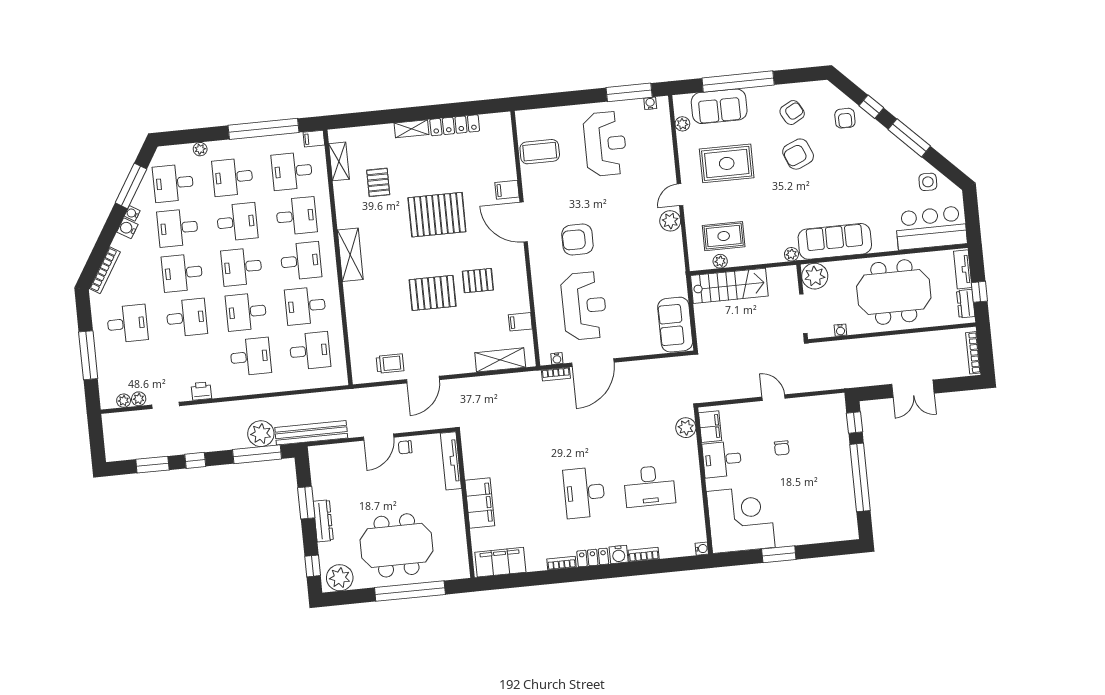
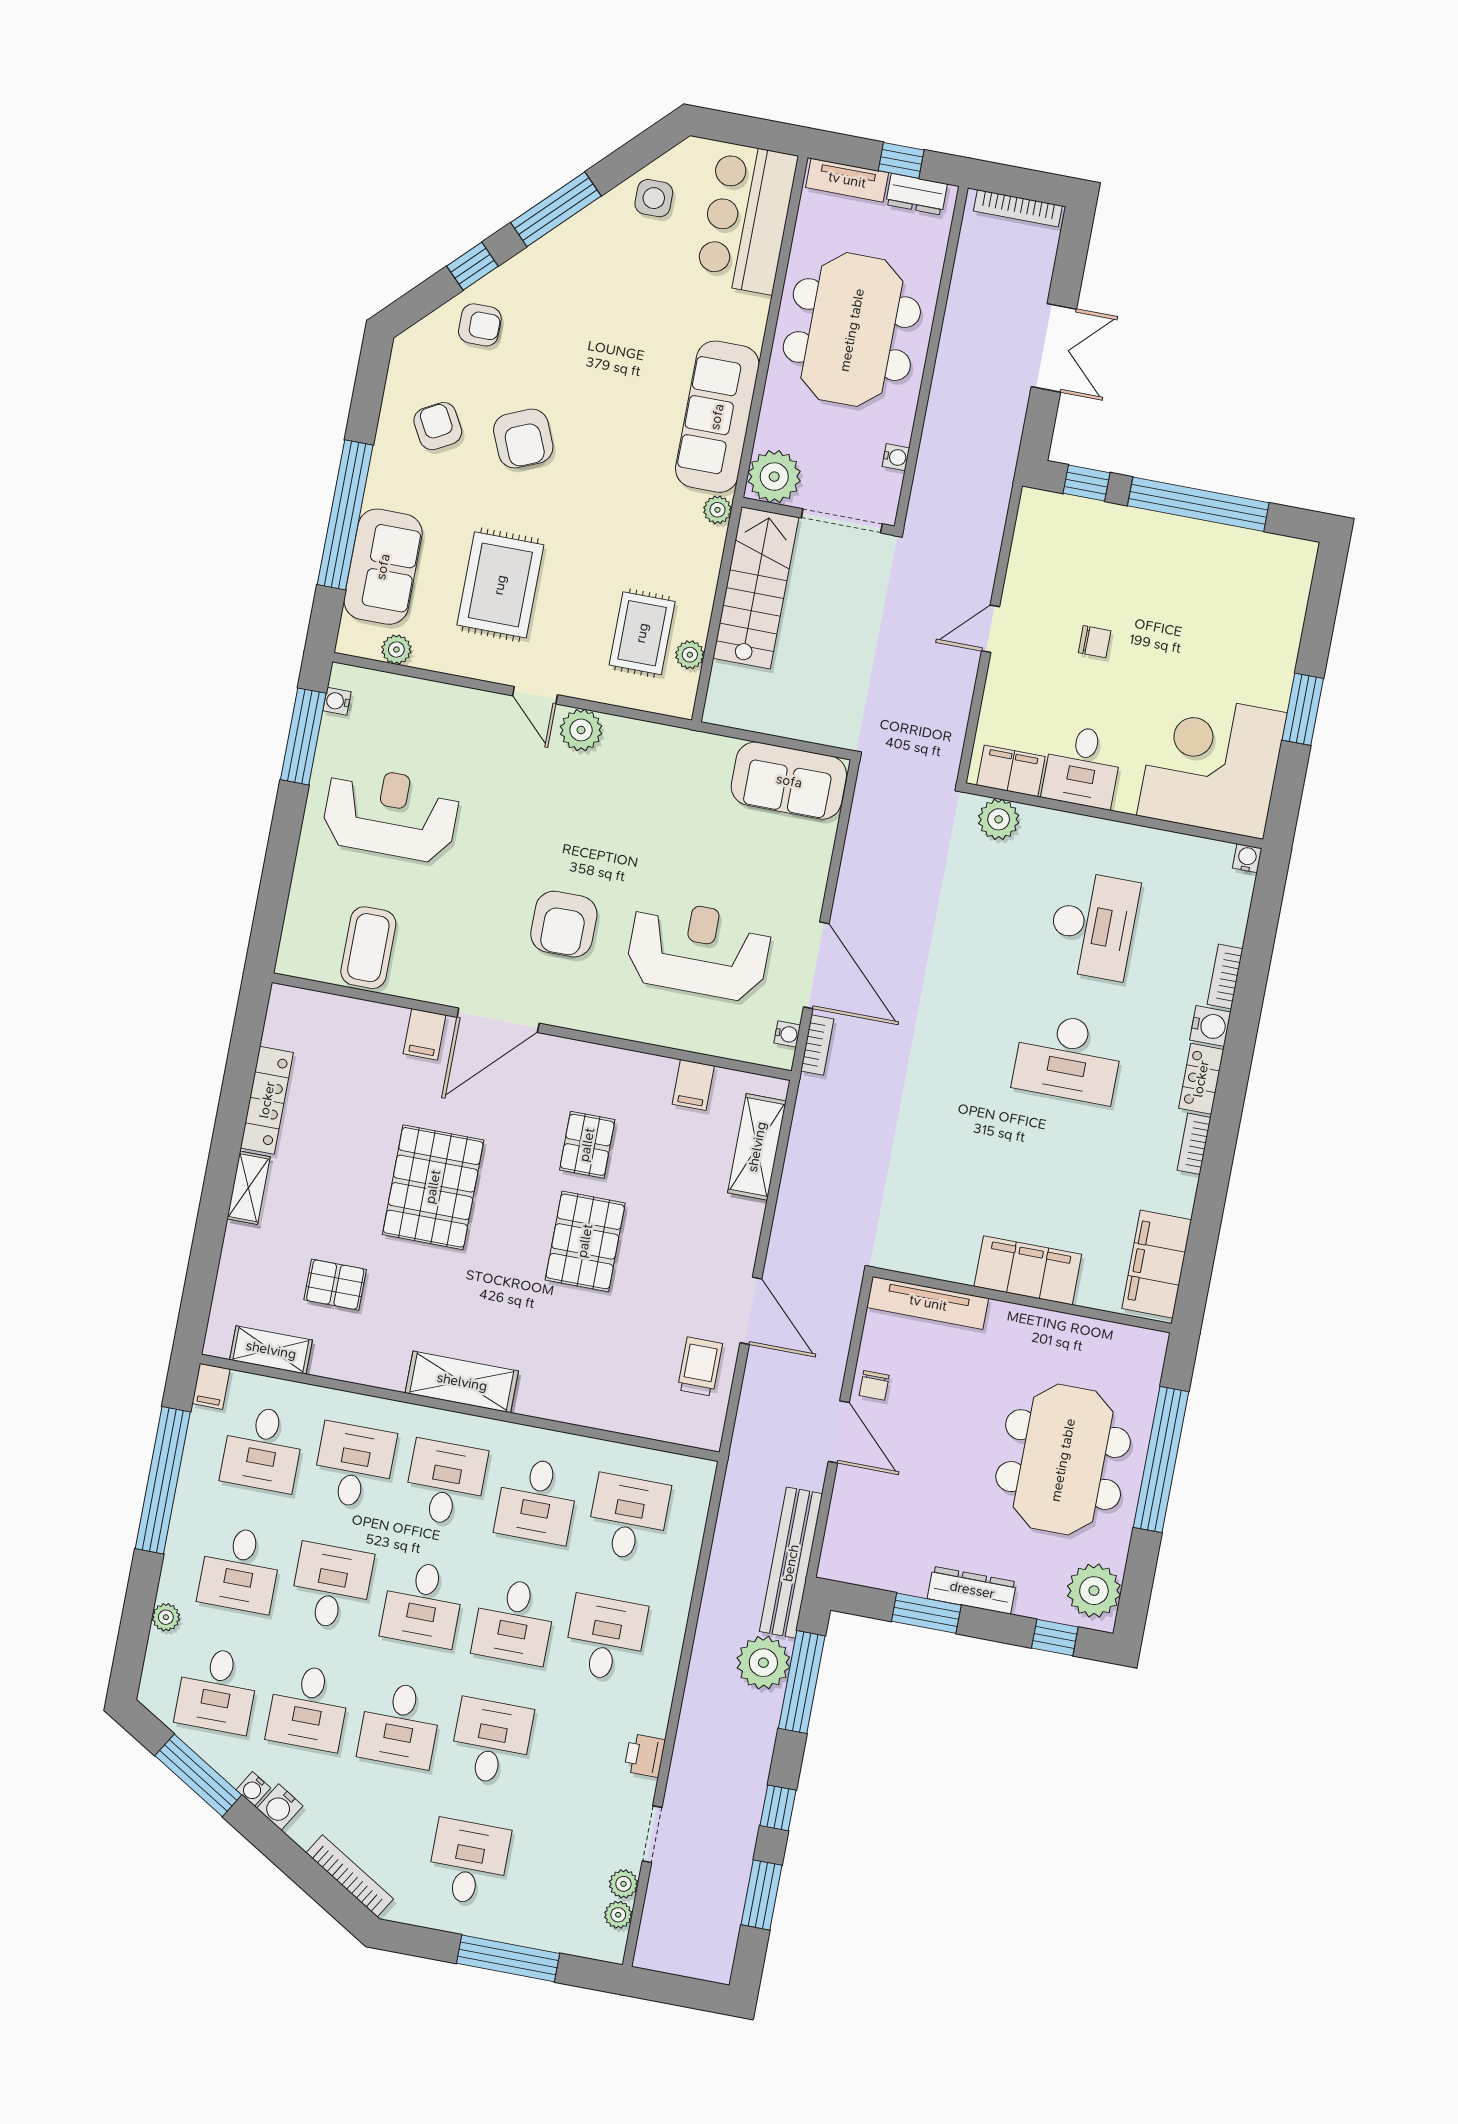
stairs: (729, 286) -> (756, 588), moved

